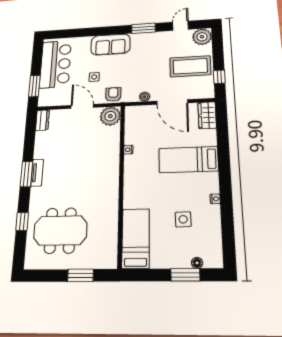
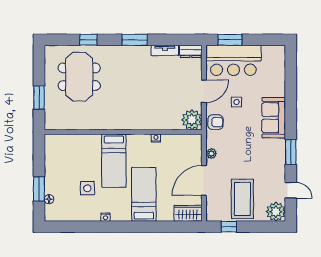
bar counter: (55, 64) -> (233, 60), moved
tv unit: (37, 173) -> (165, 50), moved
bed: (136, 238) -> (114, 161), moved, turned 90

